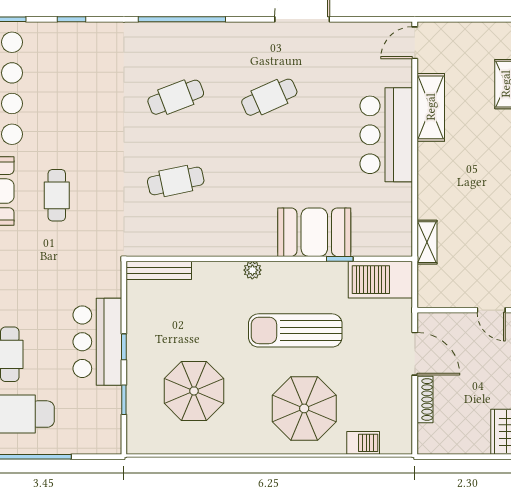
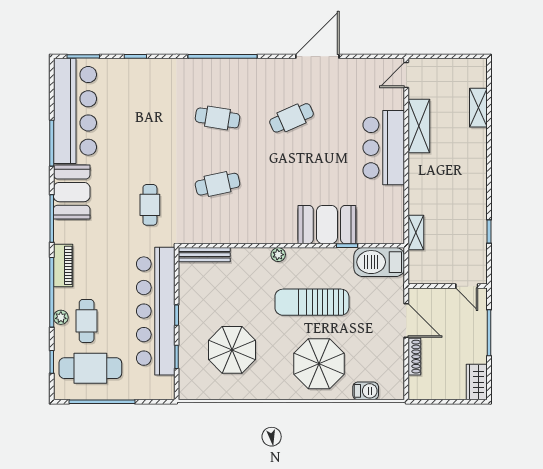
cafe table: (176, 97) -> (218, 118), turned 30
cafe table: (57, 195) -> (150, 205), moved
bar counter: (97, 342) -> (156, 311), width x1.86

